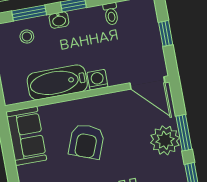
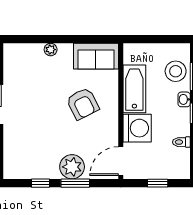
stool: (27, 37) -> (176, 71), width x1.89, depth x1.89
washing machine: (97, 80) -> (137, 128), width x1.89, depth x1.89
armchair: (87, 141) -> (83, 104), turned -138

